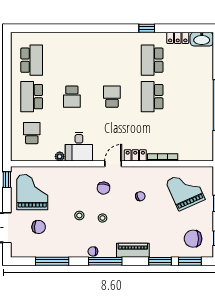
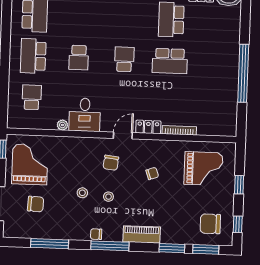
school desk: (152, 97) -> (170, 61), turned -90
grand piano: (185, 190) -> (203, 169), turned 114

